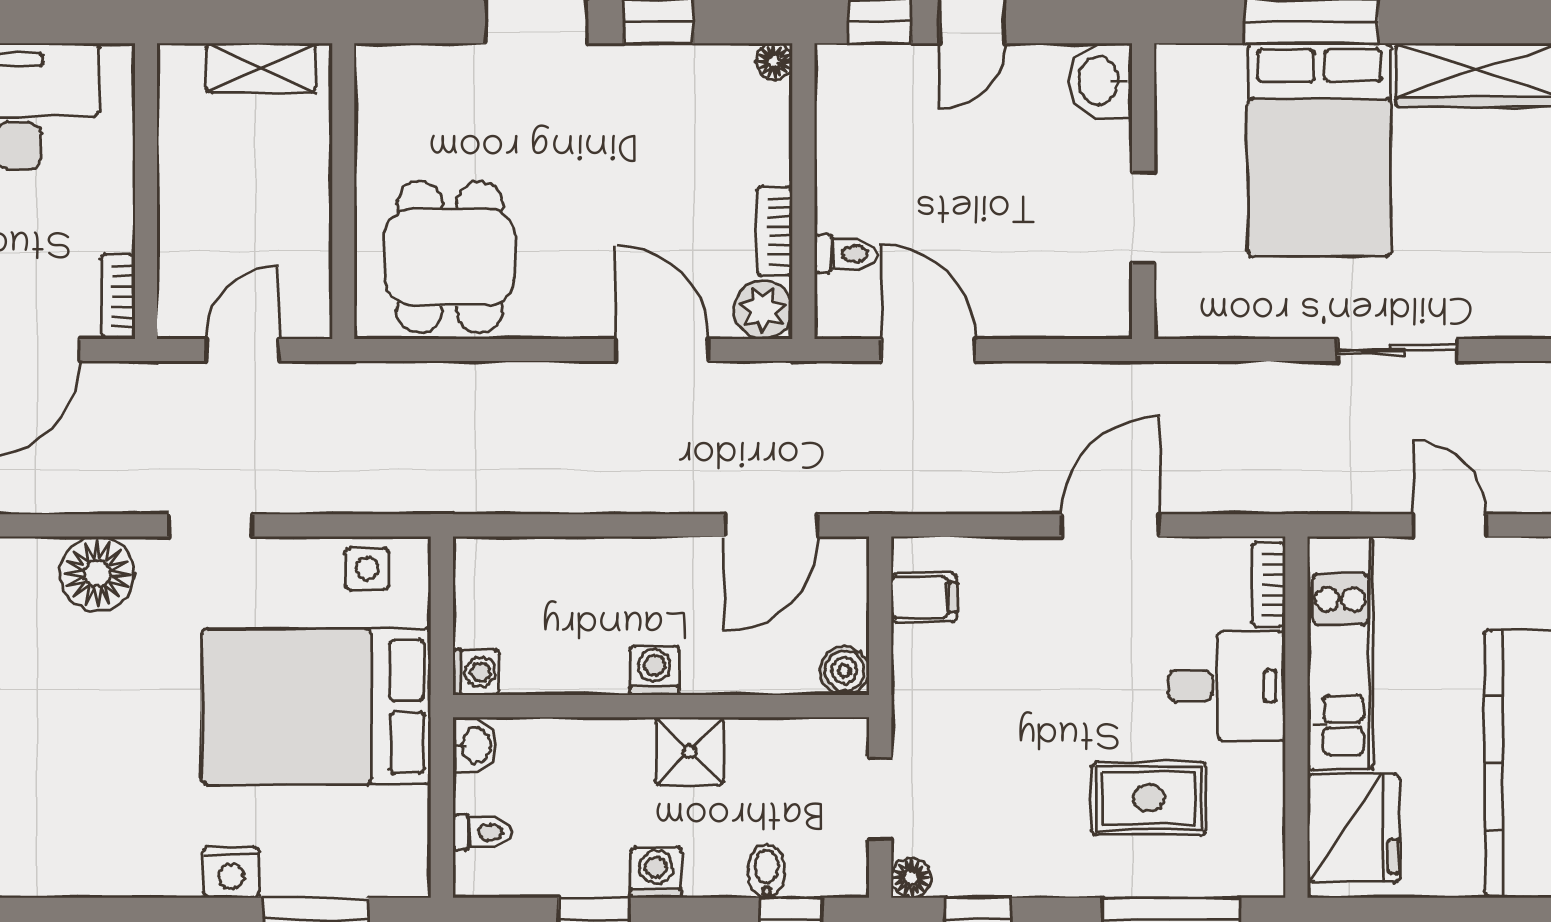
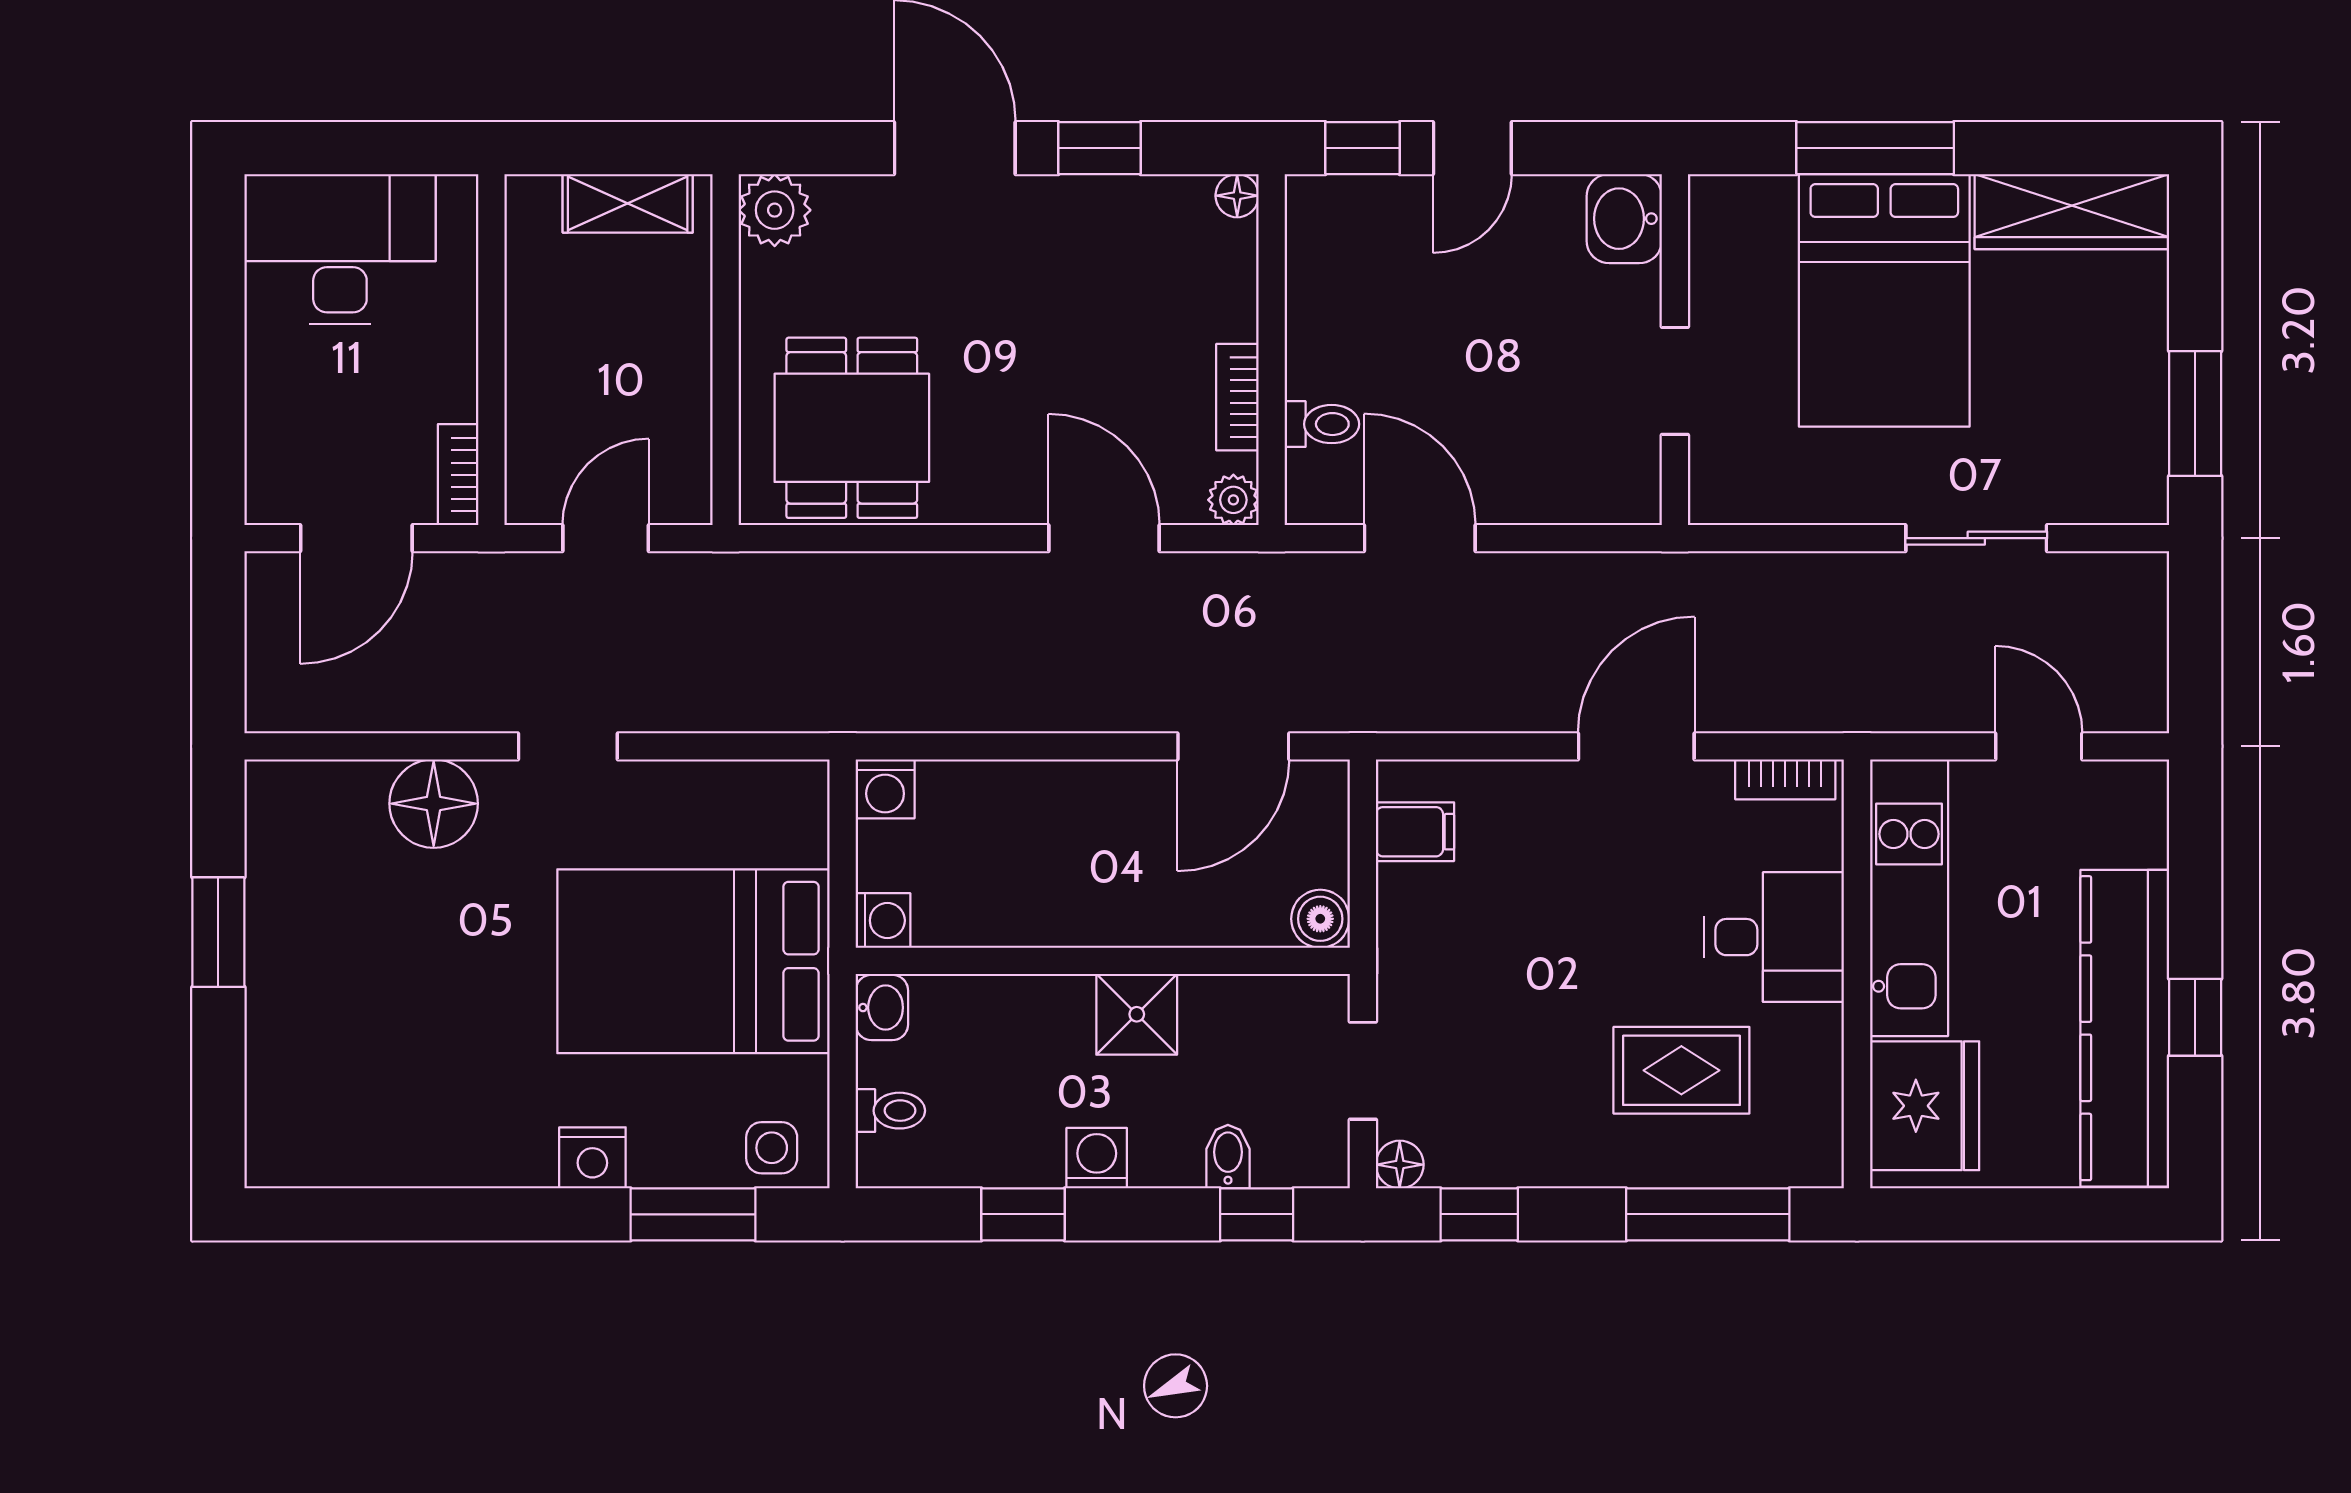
plant: (385, 74) -> (775, 210), added
plant: (763, 310) -> (1233, 500), width x0.73, depth x0.73
side table: (367, 569) -> (772, 1148), moved
bookcase: (1269, 585) -> (1785, 779), moved, turned -90
washing machine: (654, 670) -> (885, 789), moved, turned 180

